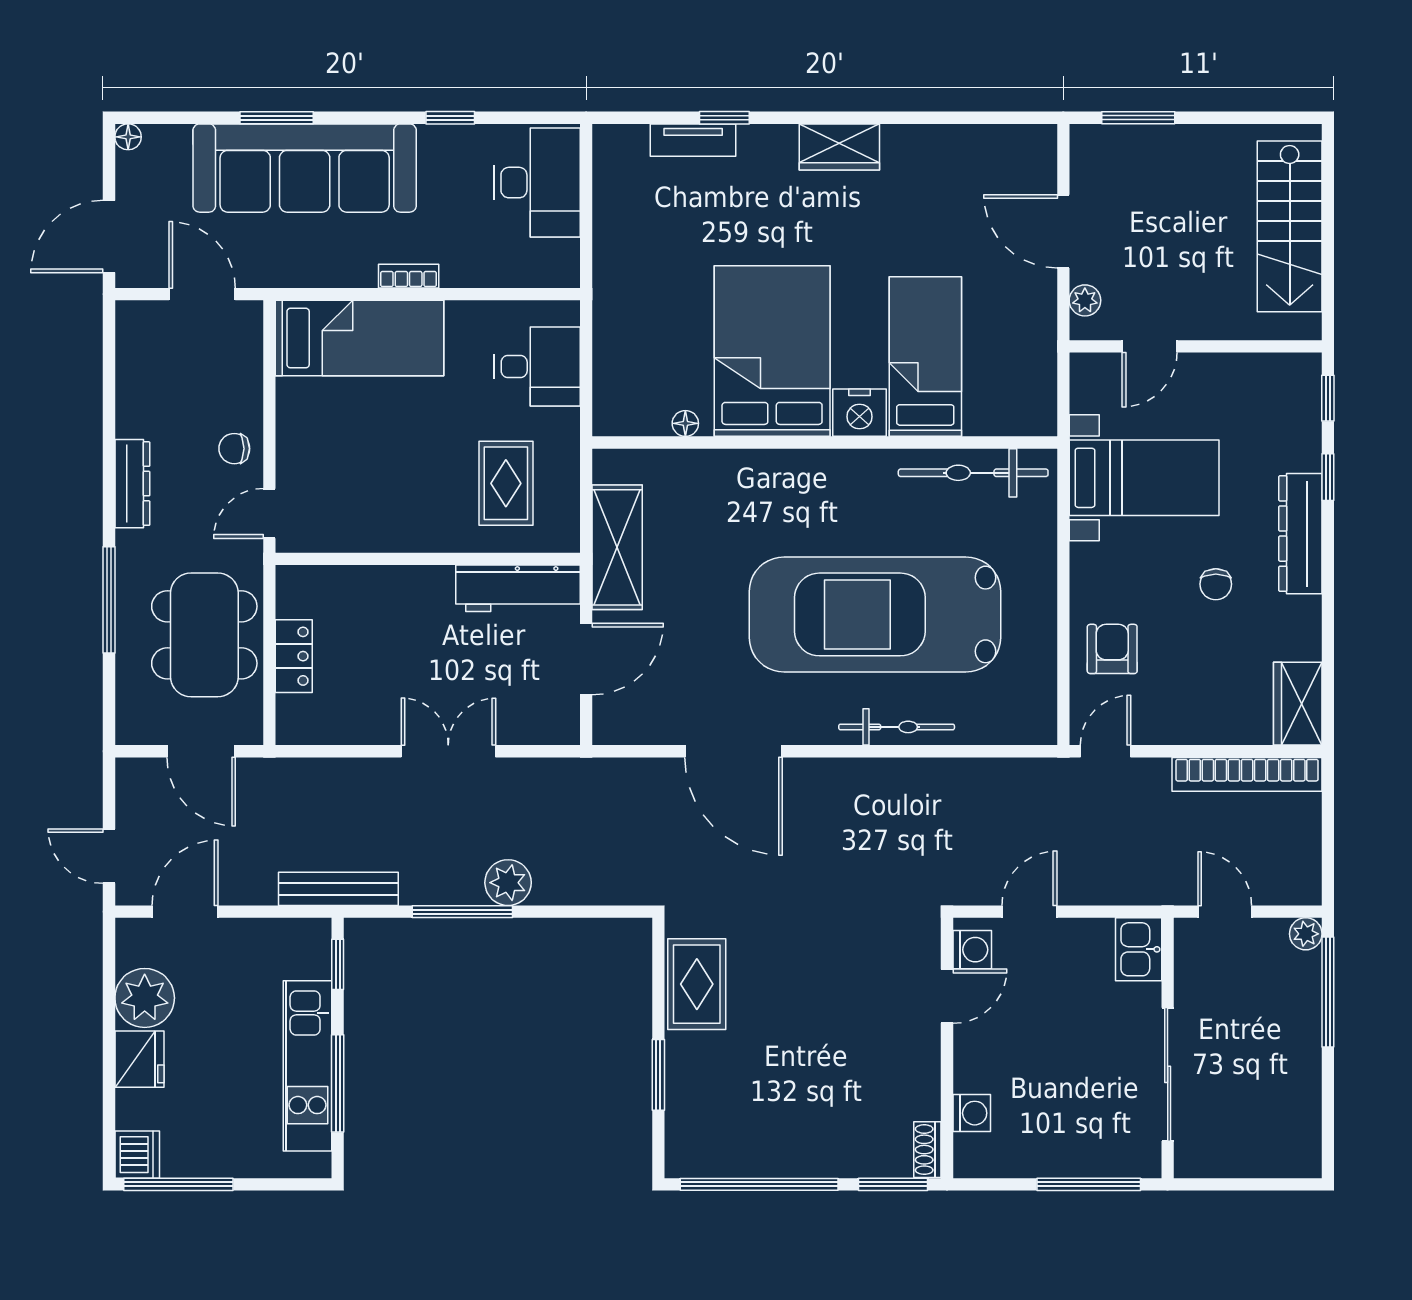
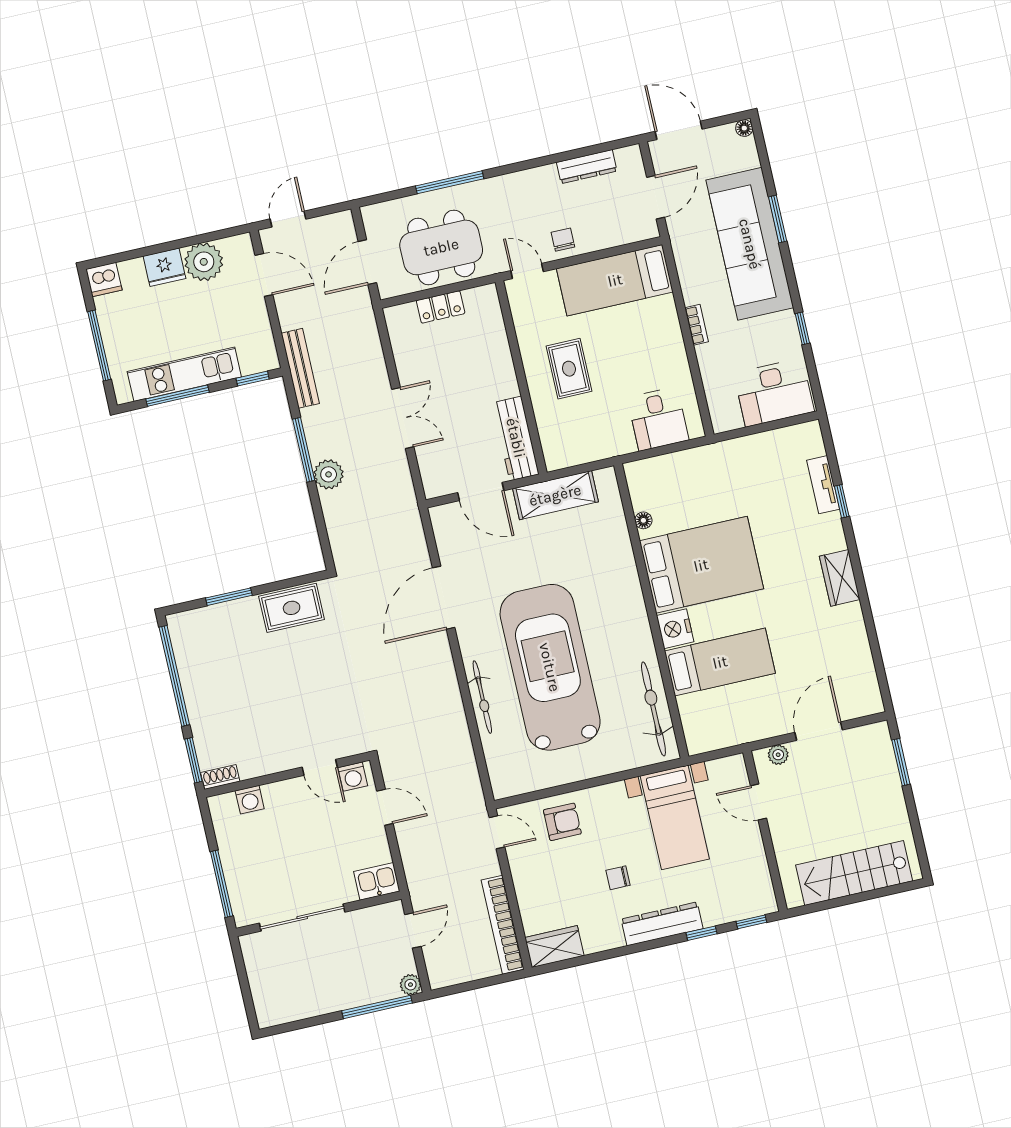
bed: (359, 338) -> (615, 280), moved, turned 90
rug: (506, 483) -> (569, 369), moved, turned 90
dresser: (132, 484) -> (587, 167), moved
window: (178, 1184) -> (99, 346), moved

